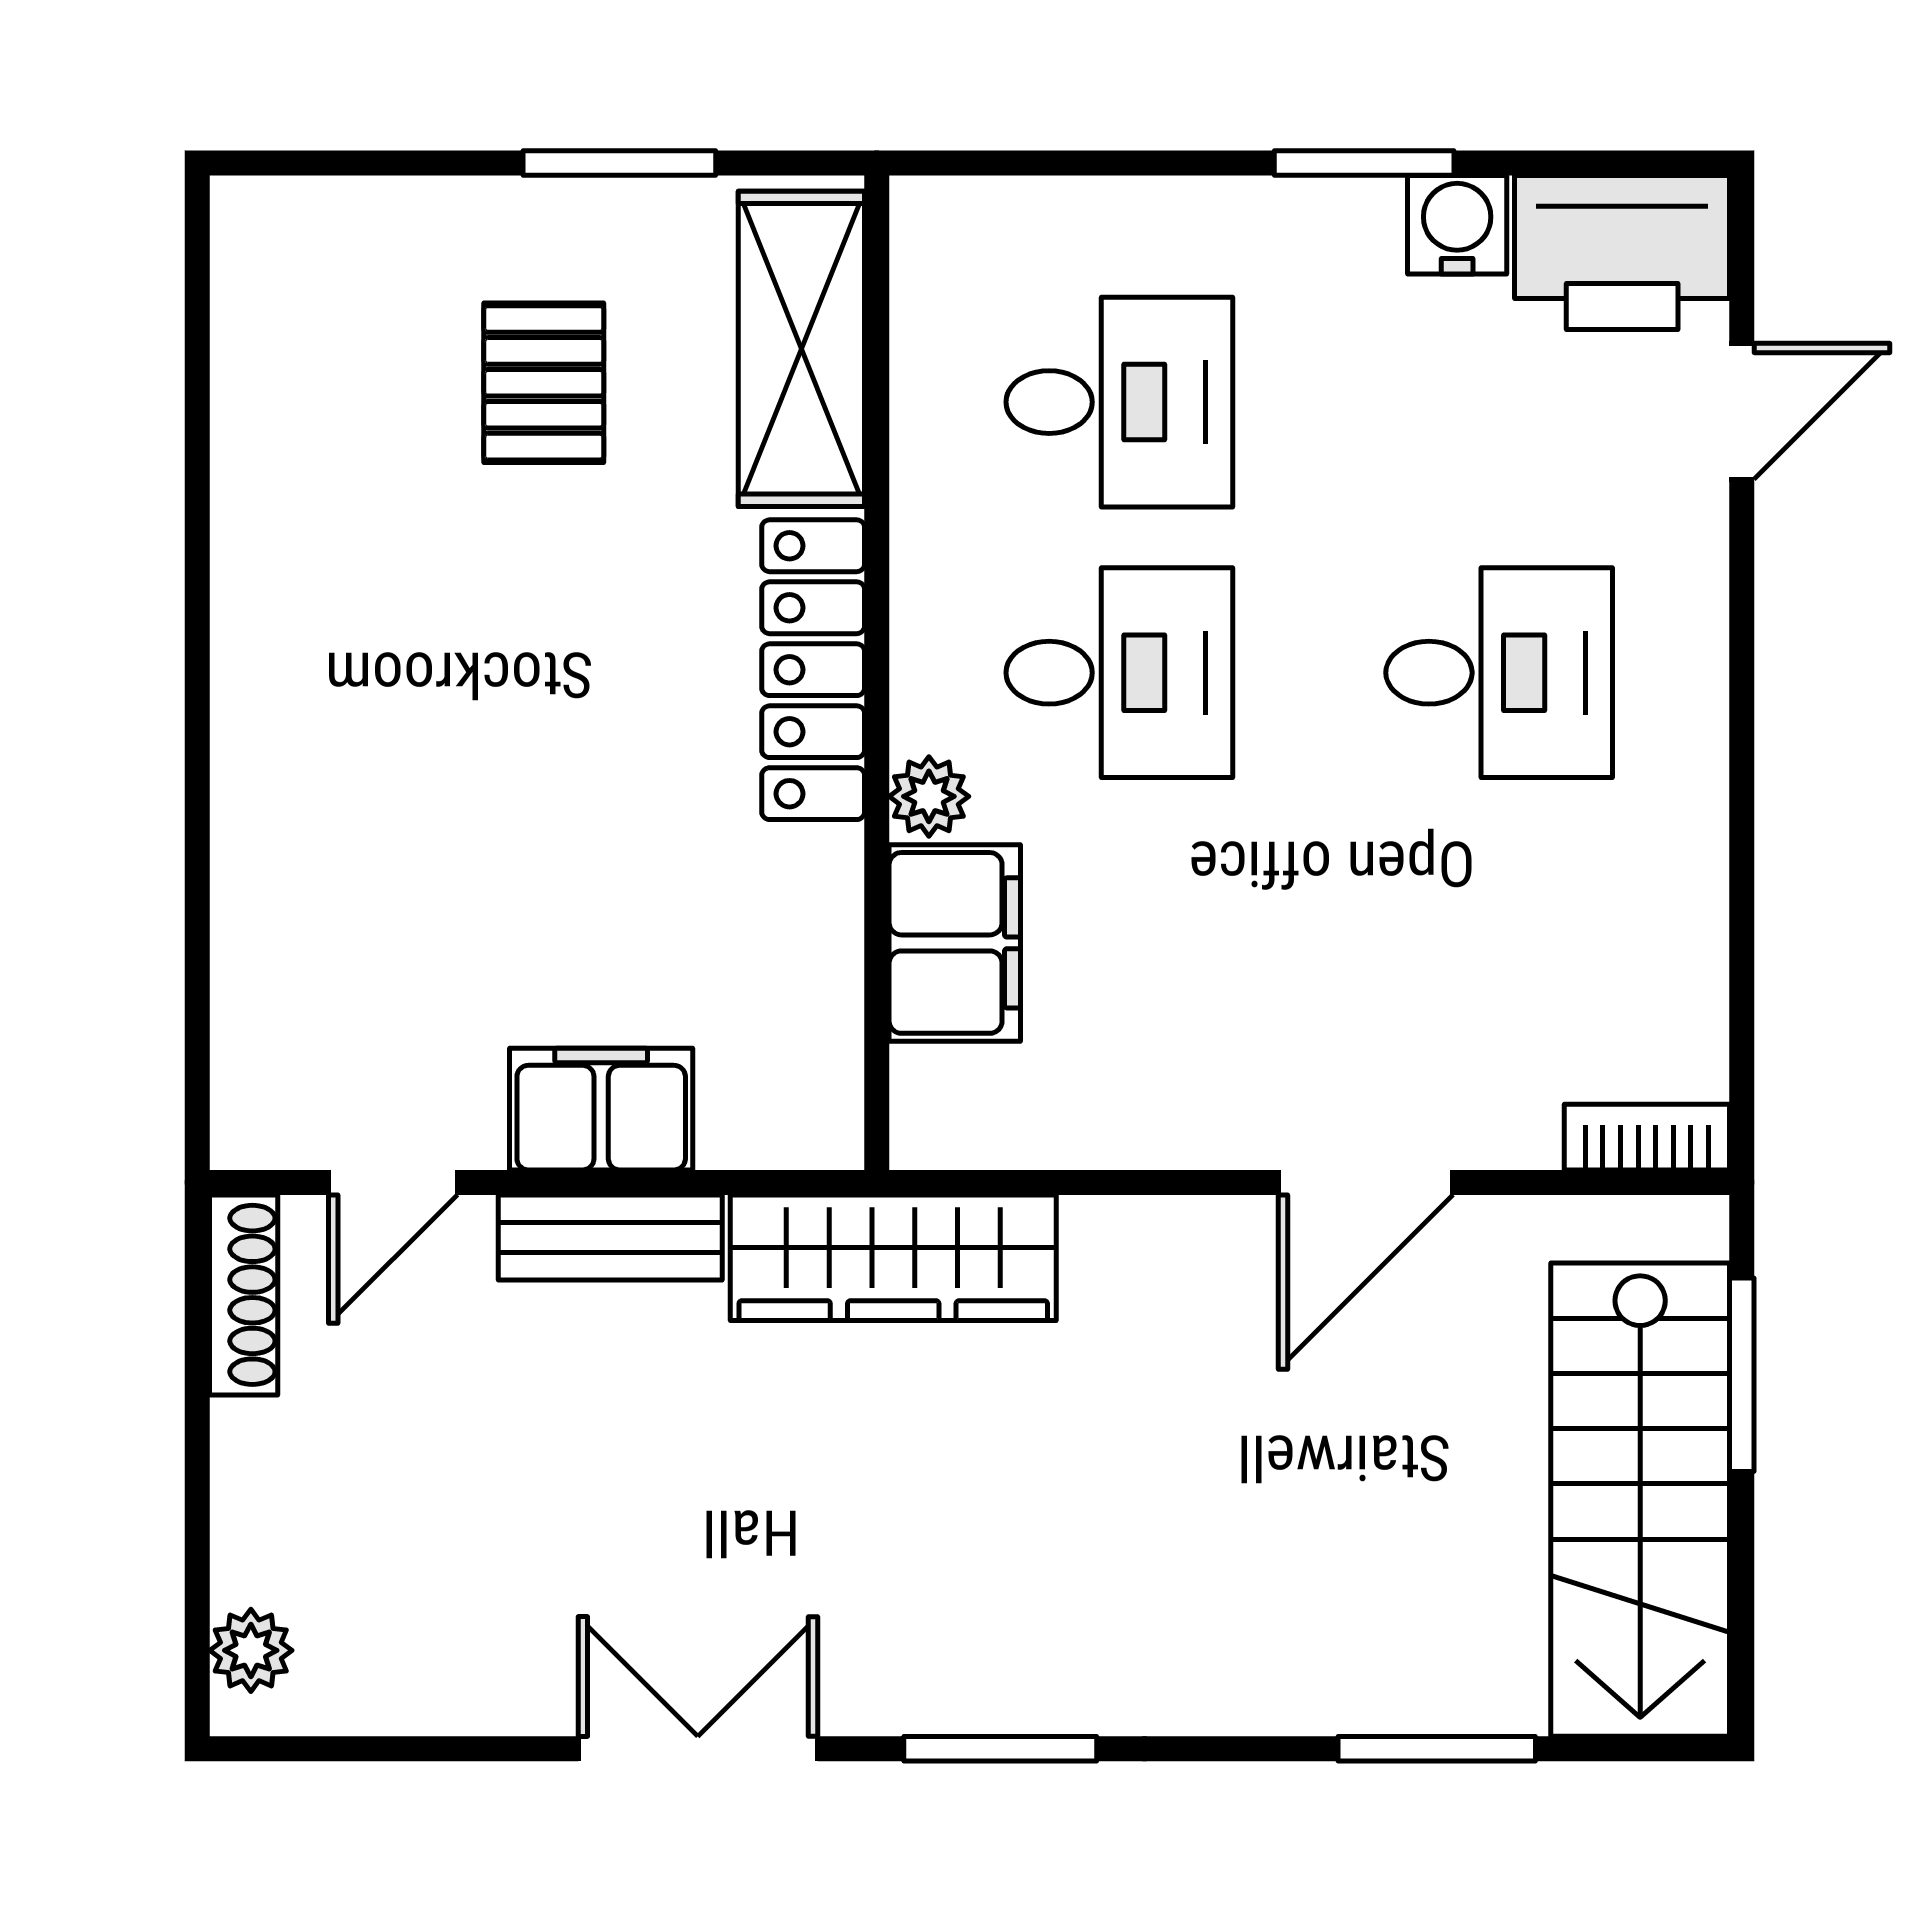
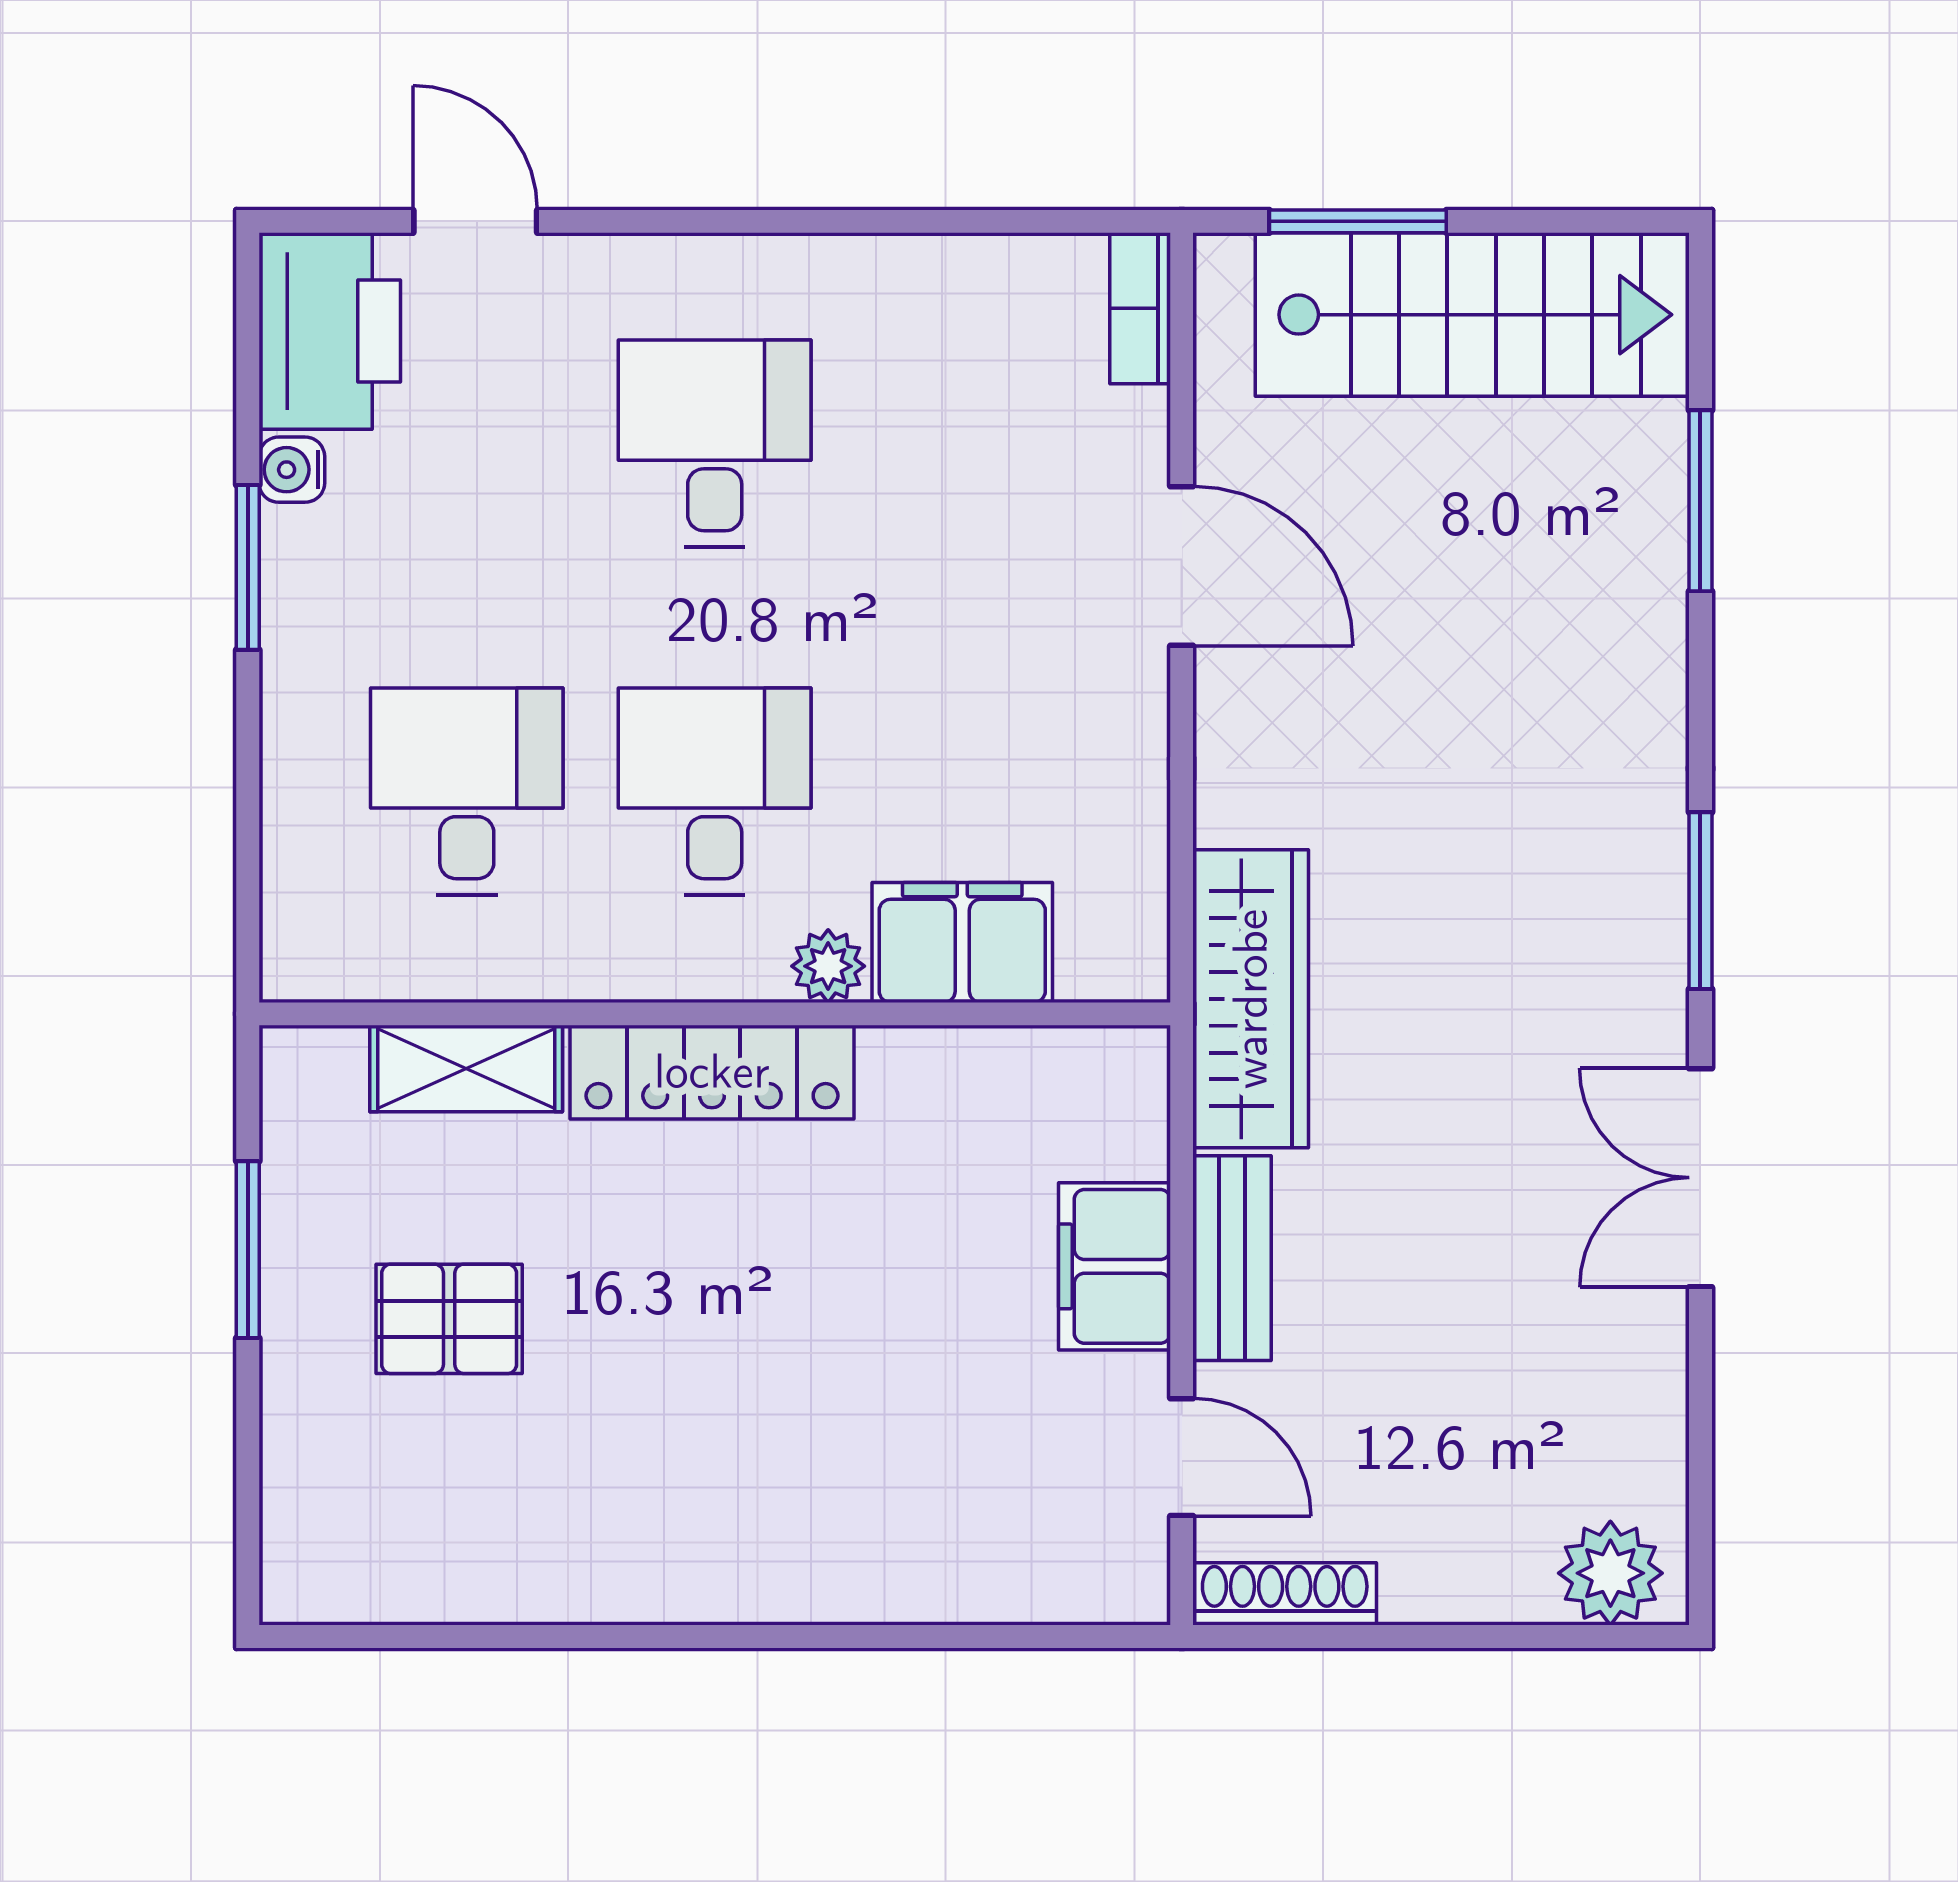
water cooler: (1457, 225) -> (292, 470), width x0.72, depth x0.72
shelving: (801, 349) -> (466, 1068), width x0.67, depth x0.75
plant: (251, 1650) -> (1610, 1573), width x1.38, depth x1.38

